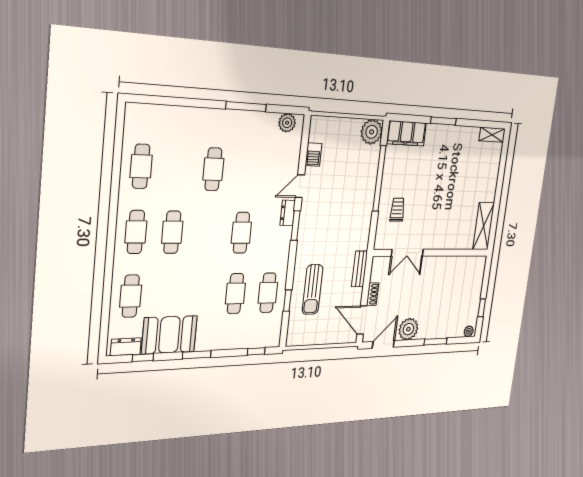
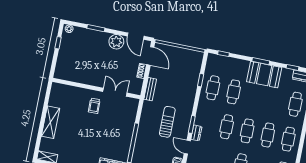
door: (300, 186) -> (187, 147), swing flipped
trolley: (397, 210) -> (94, 106), moved
shelving: (484, 226) -> (51, 122), moved
cafe table: (207, 232) -> (247, 131), added
sun lounger: (312, 290) -> (167, 122), moved
booth: (169, 335) -> (264, 75), moved
door: (383, 344) -> (136, 36), hinge flipped

